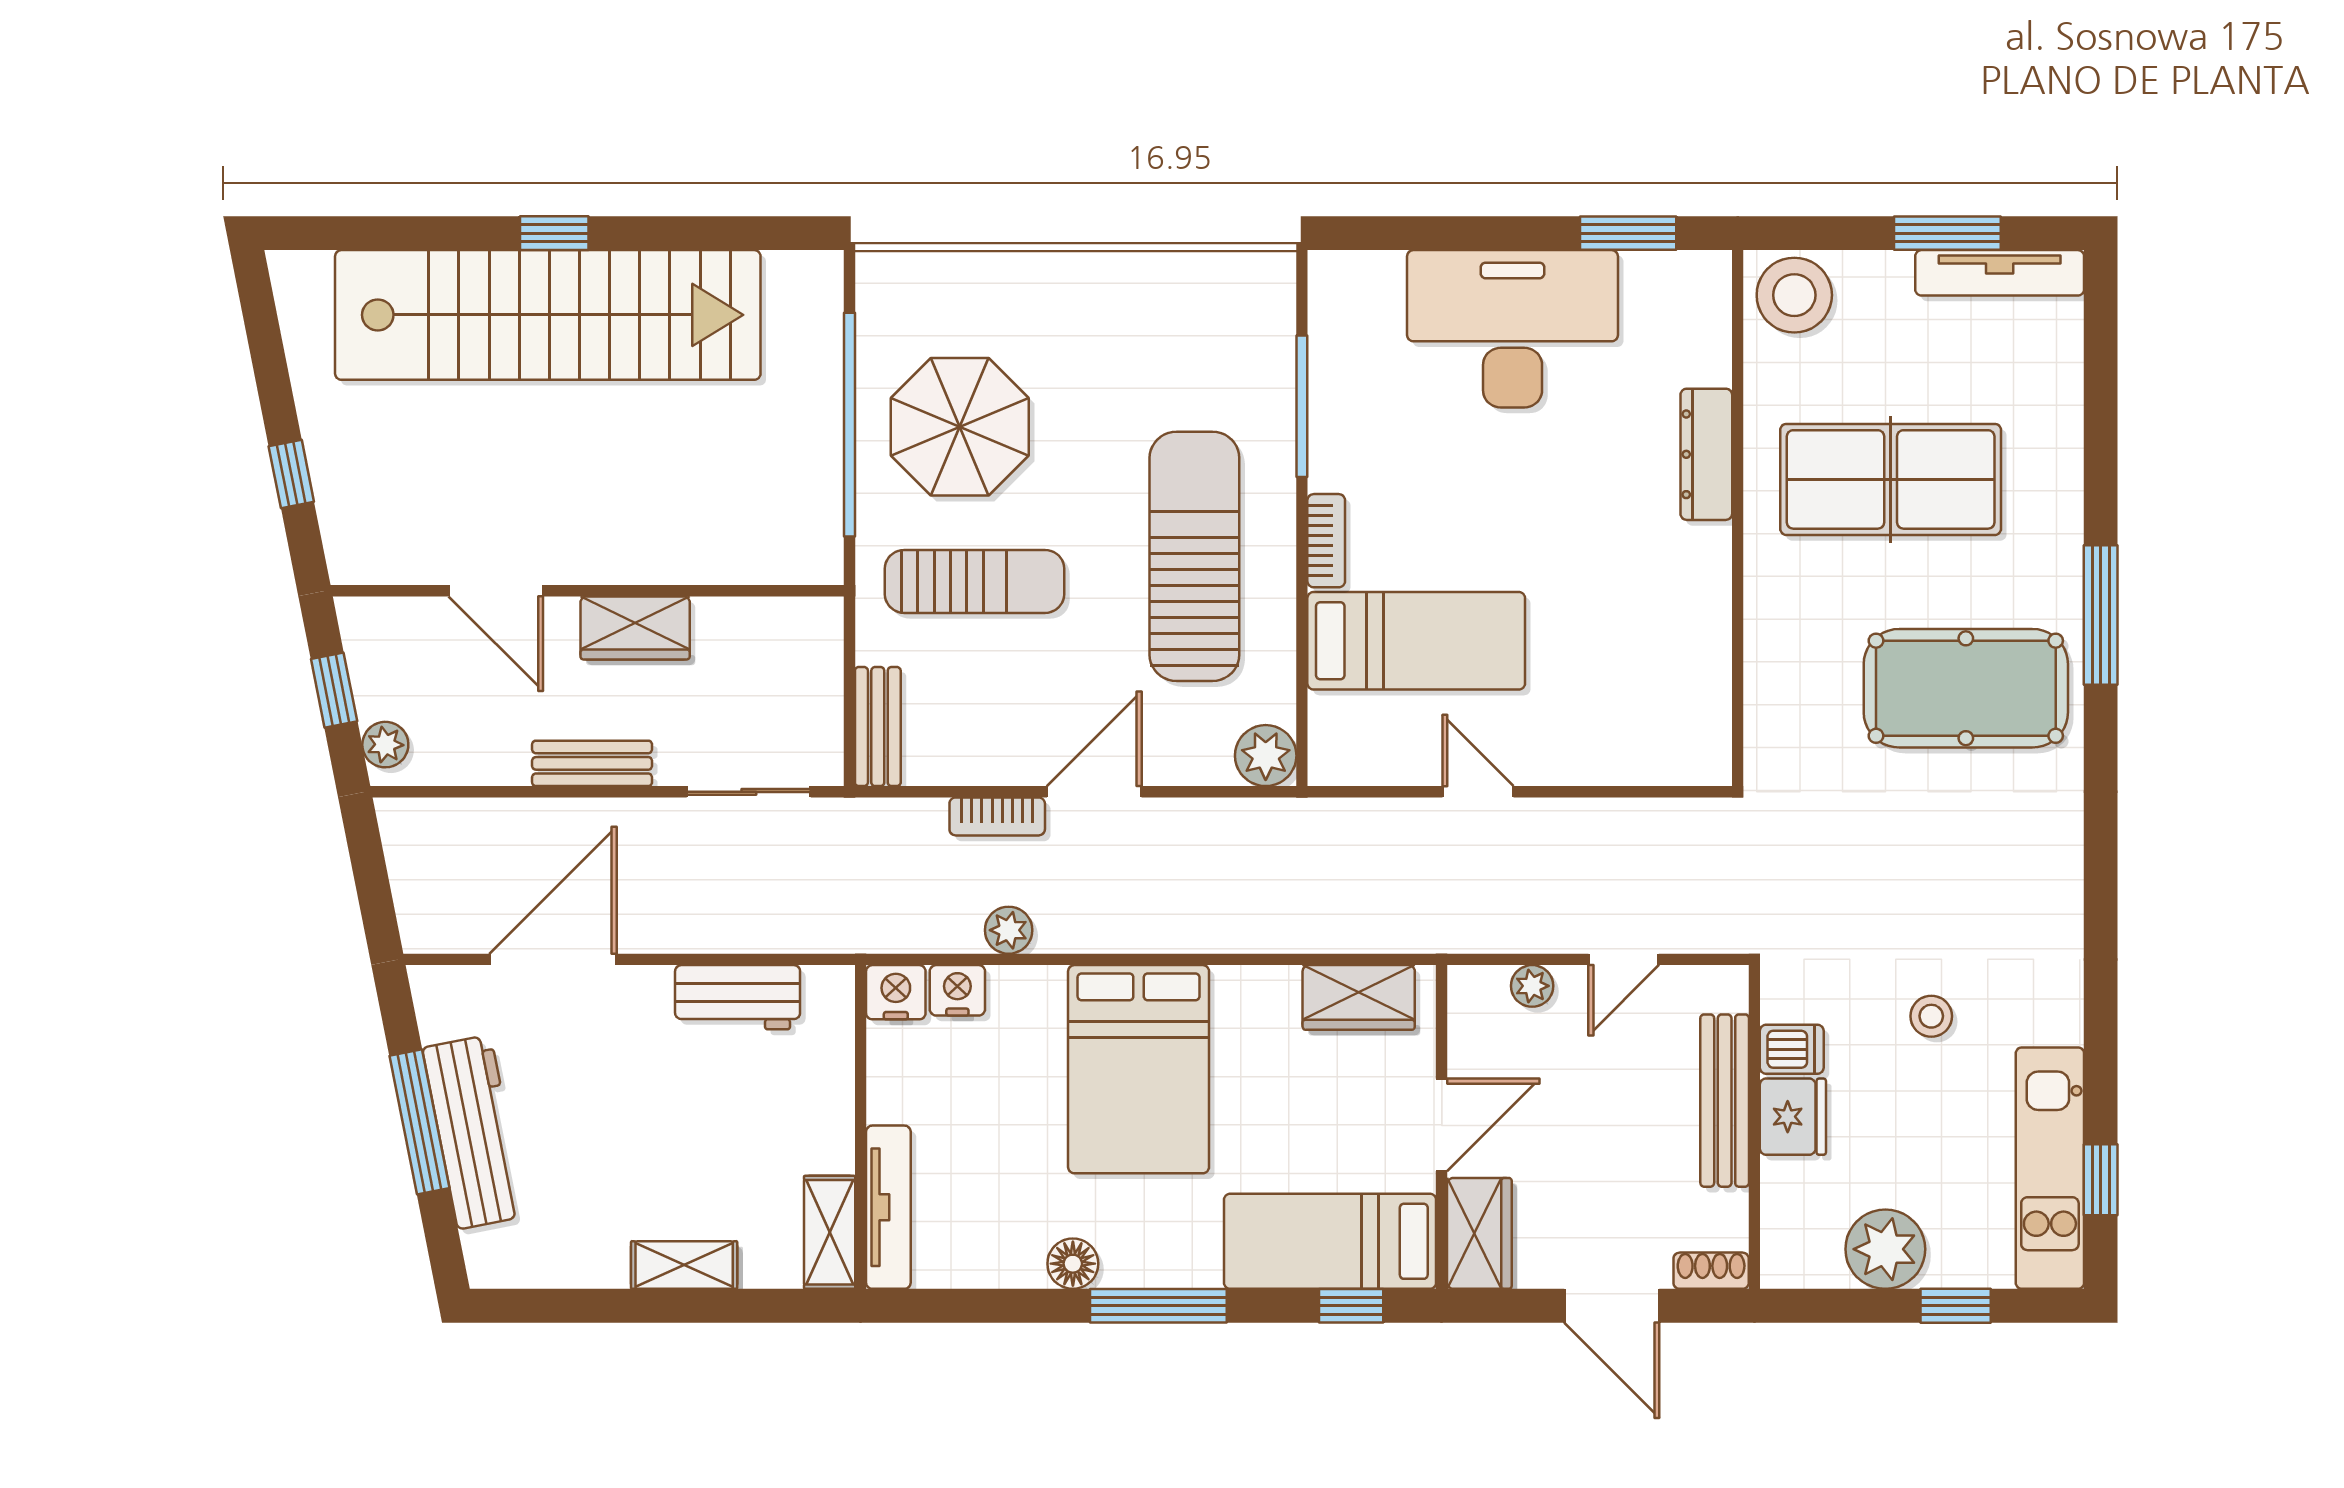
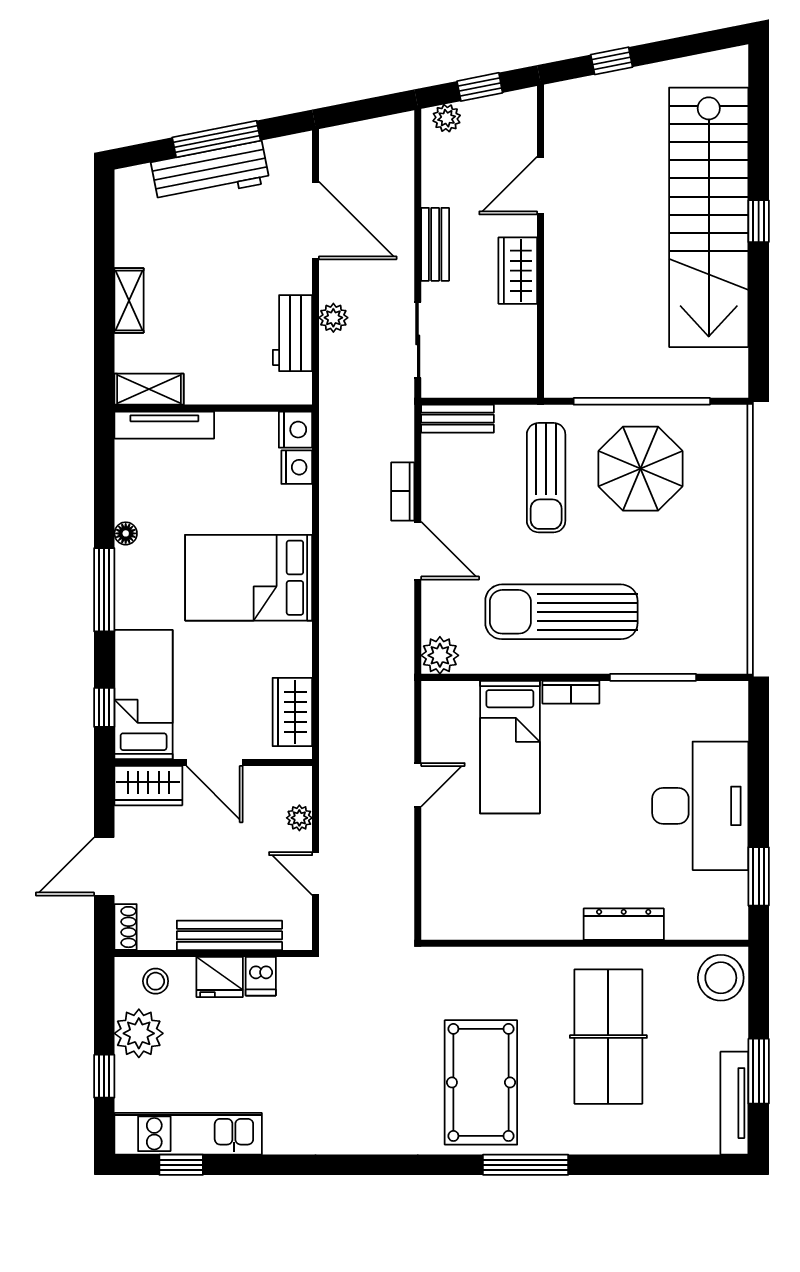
sun lounger: (1194, 556) -> (561, 612), turned 180
plant: (1009, 930) -> (333, 318), moved
stool: (1931, 1016) -> (156, 981), moved
floor lamp: (1073, 1264) -> (126, 533), width x0.73, depth x0.73

